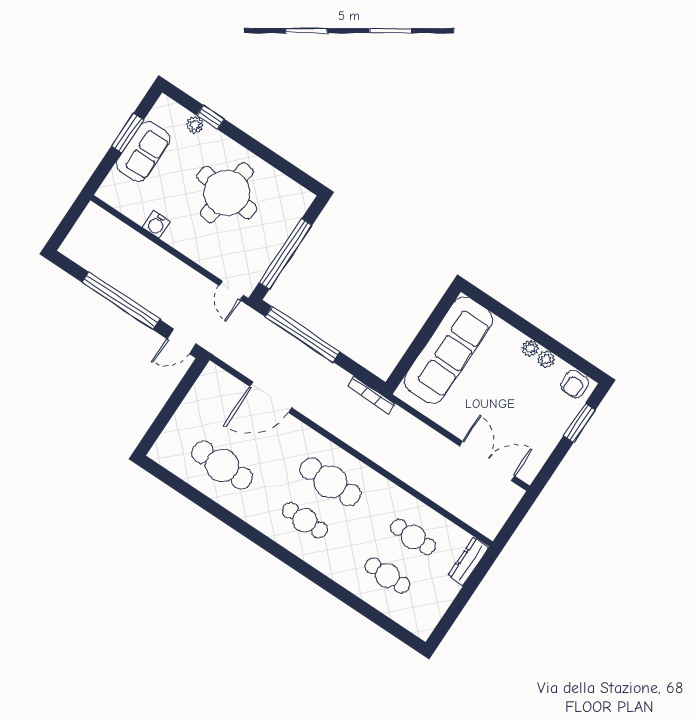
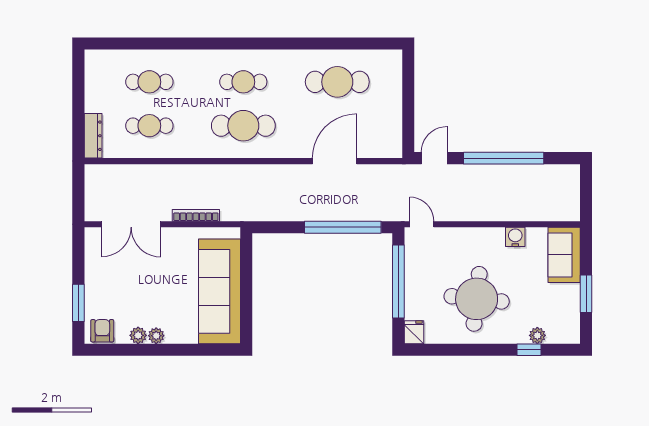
sofa: (143, 152) -> (564, 255), moved
fridge: (301, 200) -> (414, 332), added
bookcase: (371, 395) -> (196, 215), moved

